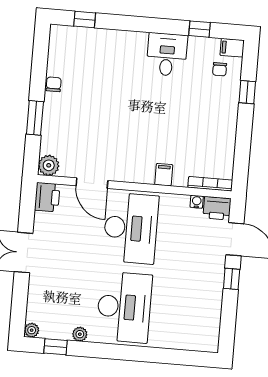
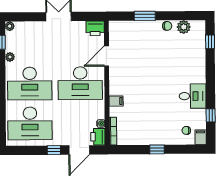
window: (247, 92) -> (157, 149), moved
plant: (49, 165) -> (184, 27), moved
desk: (186, 312) -> (30, 123), added

